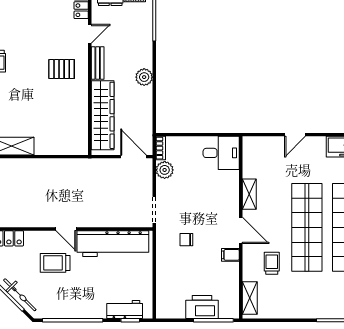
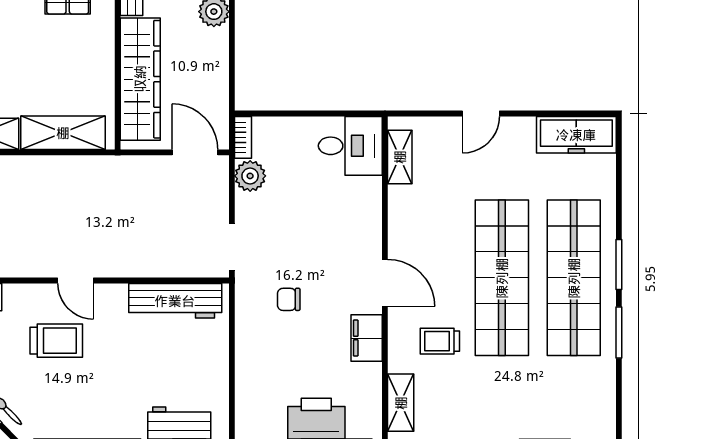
shelving: (59, 146) -> (63, 133), added
shelving: (249, 194) -> (400, 157), moved
workbench: (113, 244) -> (175, 301), width x0.73, depth x0.76
filing cabinet: (230, 255) -> (367, 338), width x2.00
trolley: (55, 263) -> (56, 341), turned 180
trolley: (272, 263) -> (440, 341), turned -90

